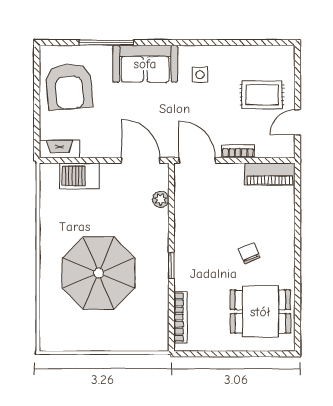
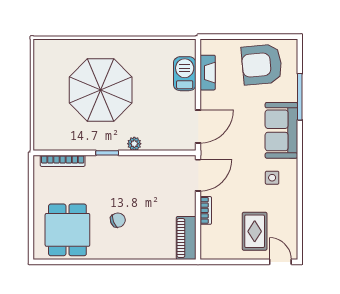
door: (298, 122) -> (280, 262), moved
fireplace: (60, 149) -> (208, 73), moved
plant: (161, 199) -> (134, 144), moved

